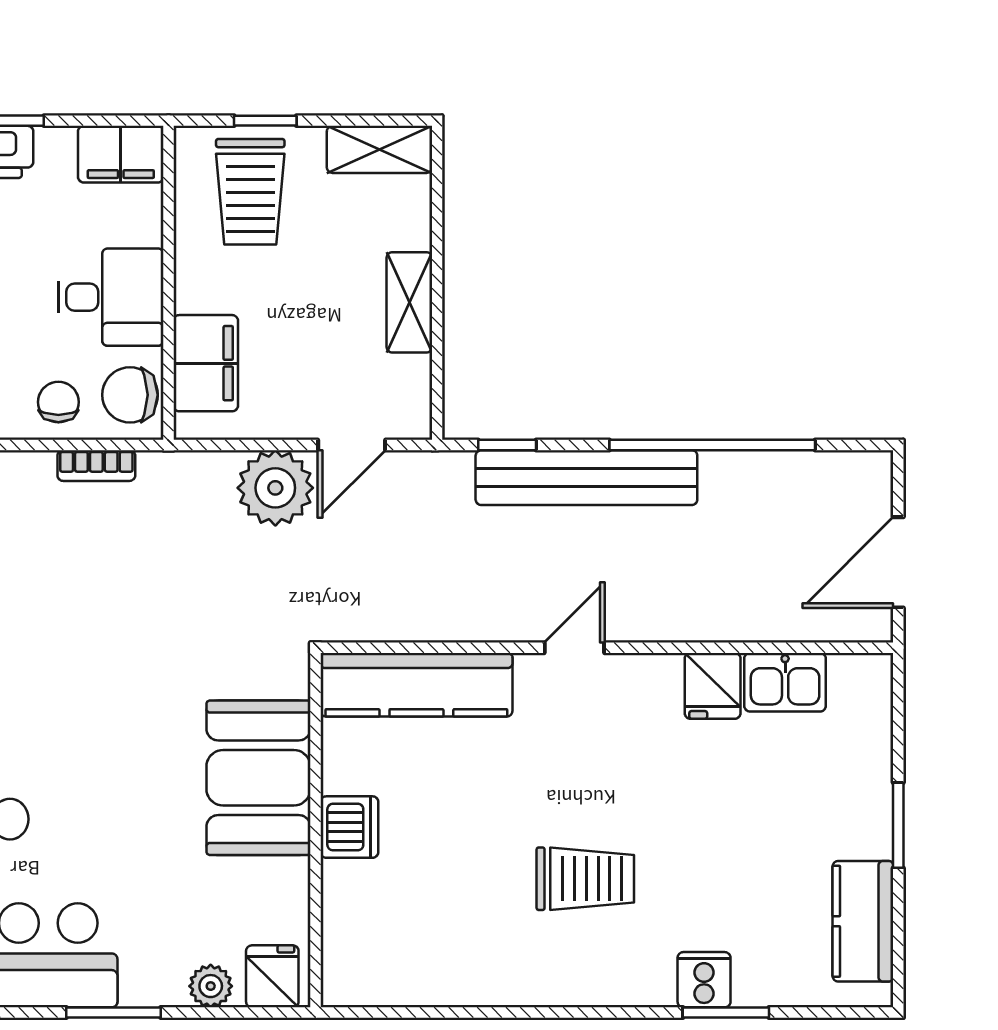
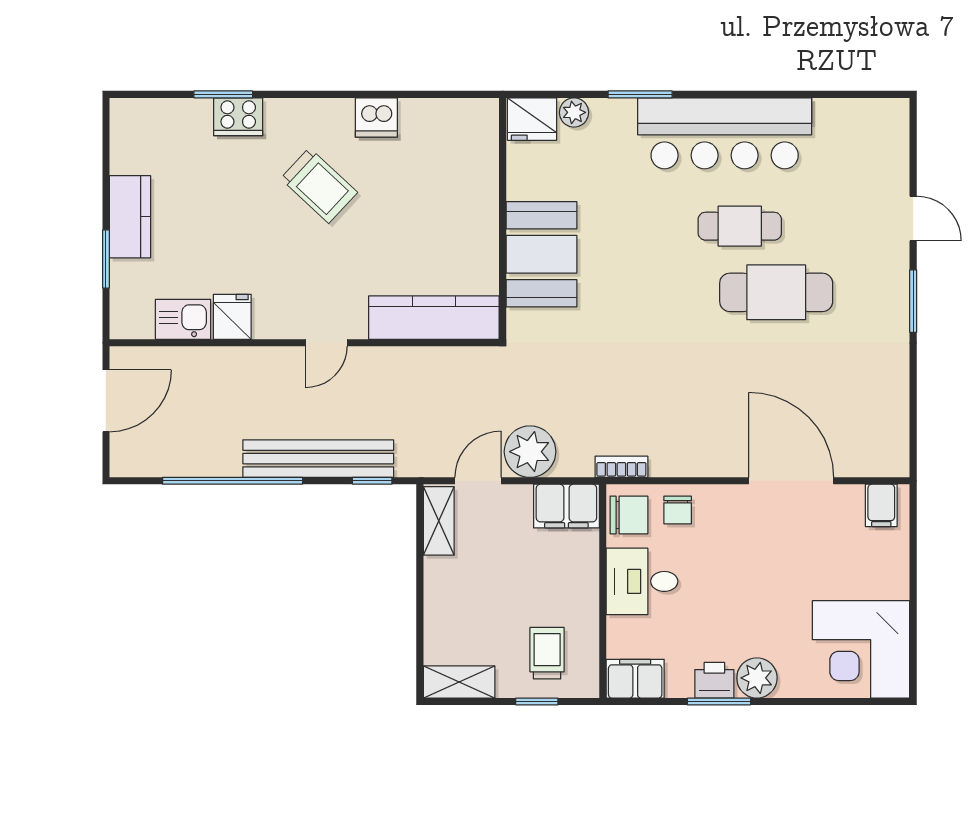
trolley: (250, 192) -> (547, 653), width x0.73, depth x0.72
shelving: (409, 302) -> (439, 521), moved
filing cabinet: (206, 363) -> (566, 506), moved, turned -90
bookcase: (96, 466) -> (621, 467), moved
window: (898, 825) -> (106, 259), moved
dishwasher: (349, 827) -> (376, 118), moved, turned -90
trolley: (585, 879) -> (319, 186), turned -137
kitchen counter: (863, 921) -> (130, 217), moved
fridge: (272, 976) -> (532, 119), width x1.38
cooker: (704, 980) -> (238, 117), width x1.36

